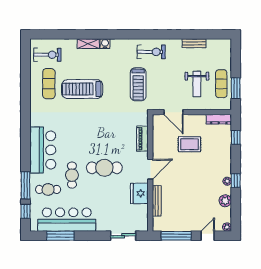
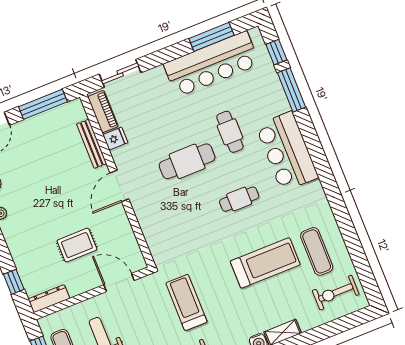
piano: (142, 139) -> (103, 112), moved
cafe table: (48, 189) -> (239, 199), moved
fridge: (139, 193) -> (115, 139), width x0.53, depth x0.75

